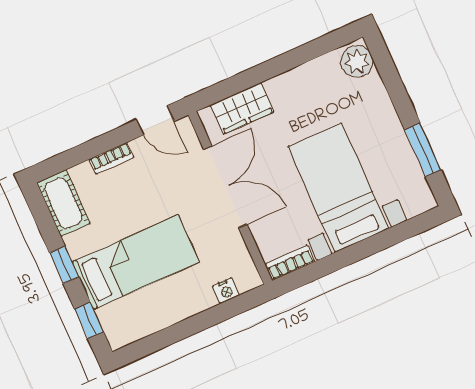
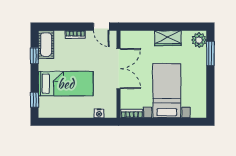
wardrobe: (242, 108) -> (168, 38), moved
window: (423, 150) -> (210, 53), moved
window: (64, 265) -> (34, 56), moved

